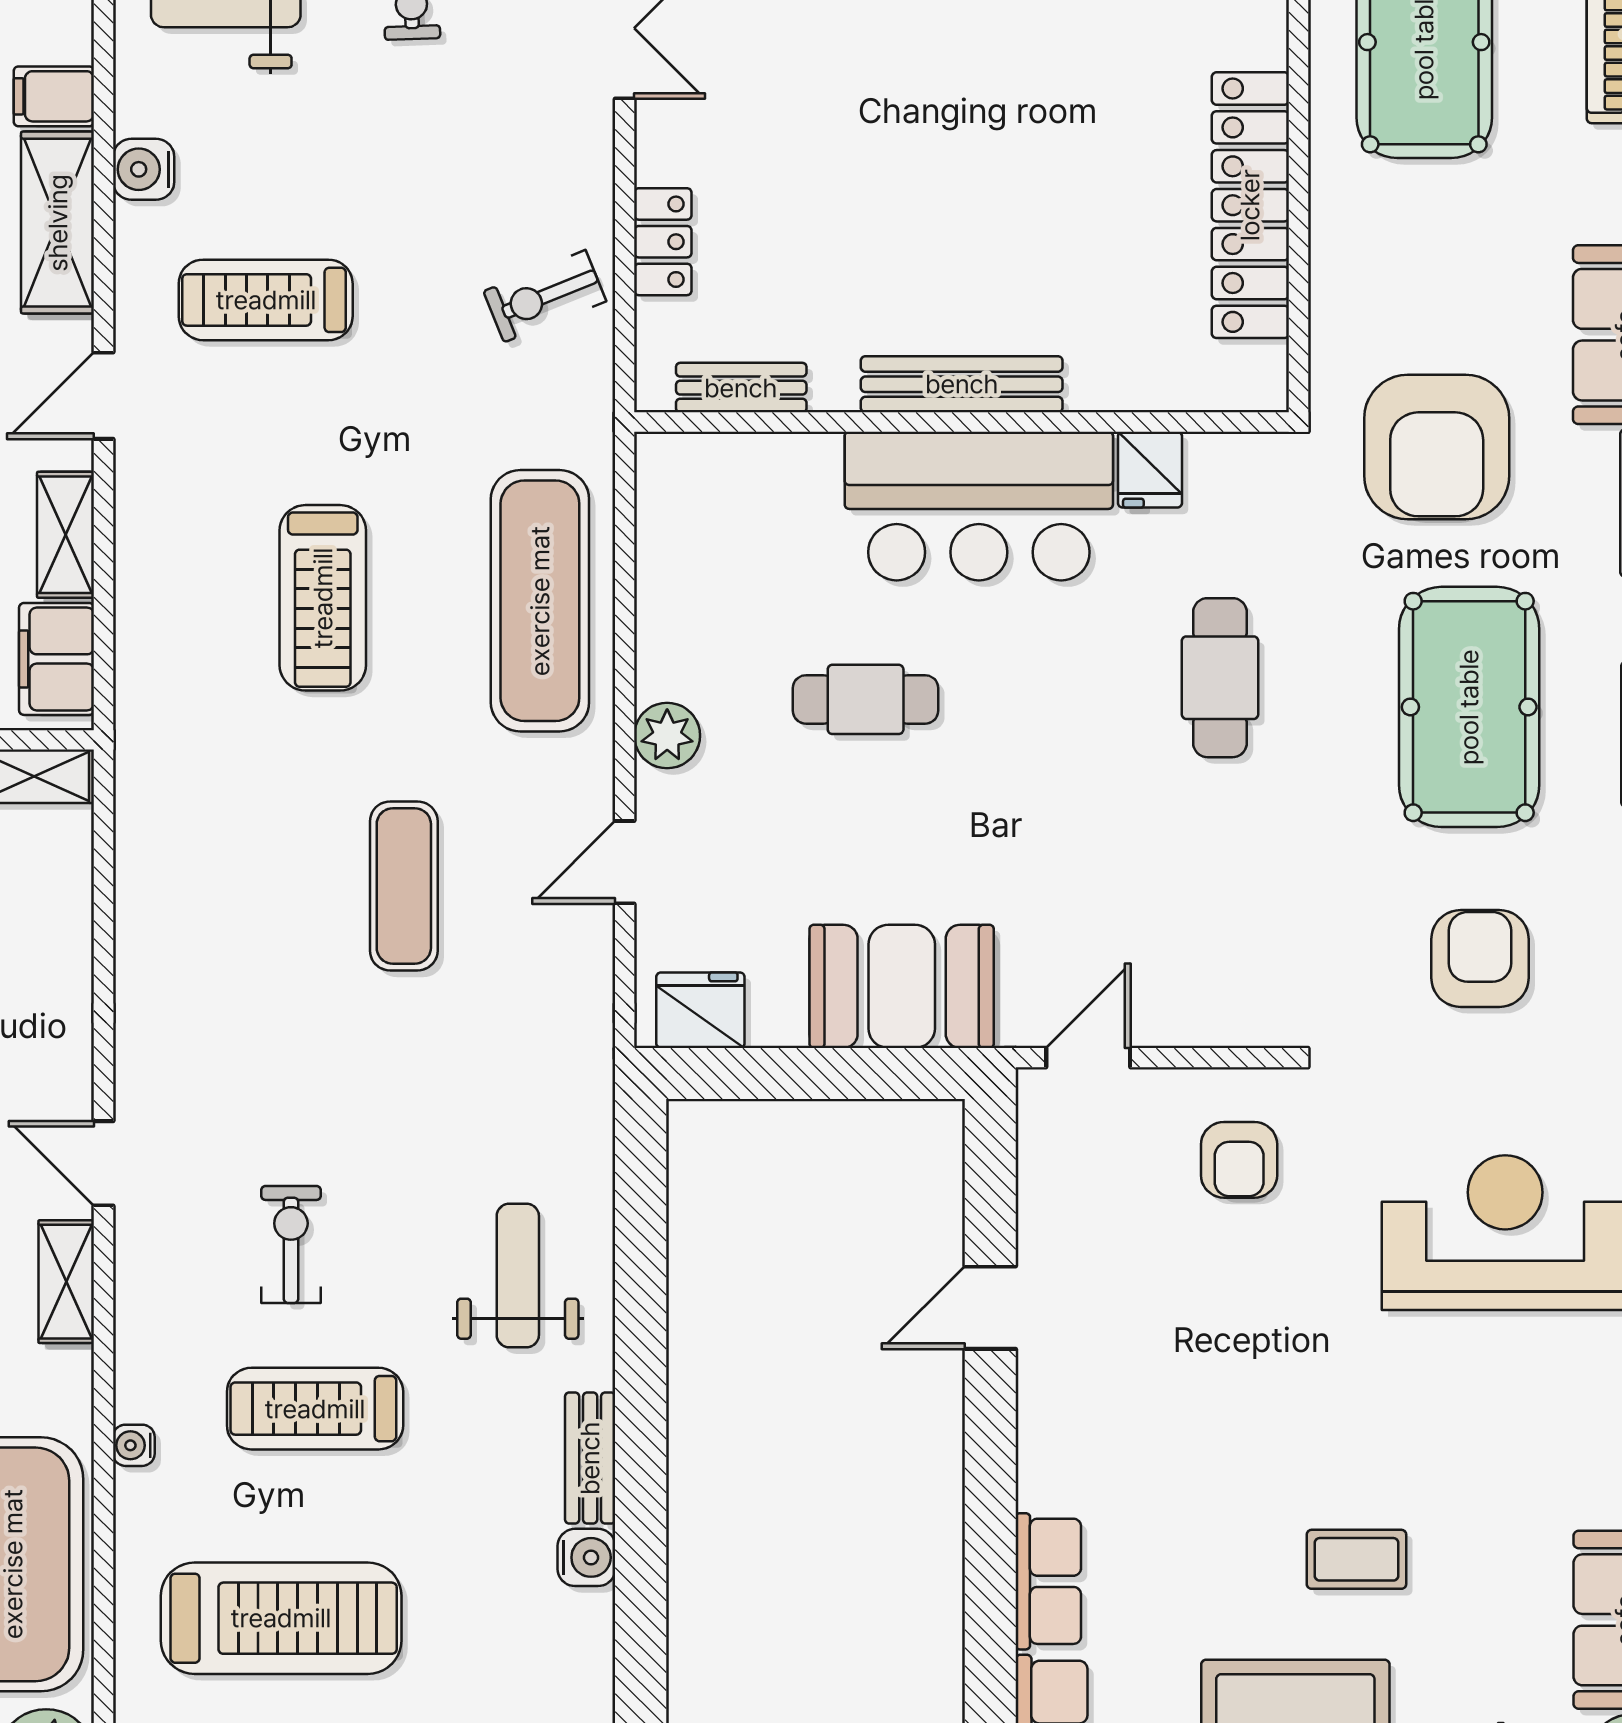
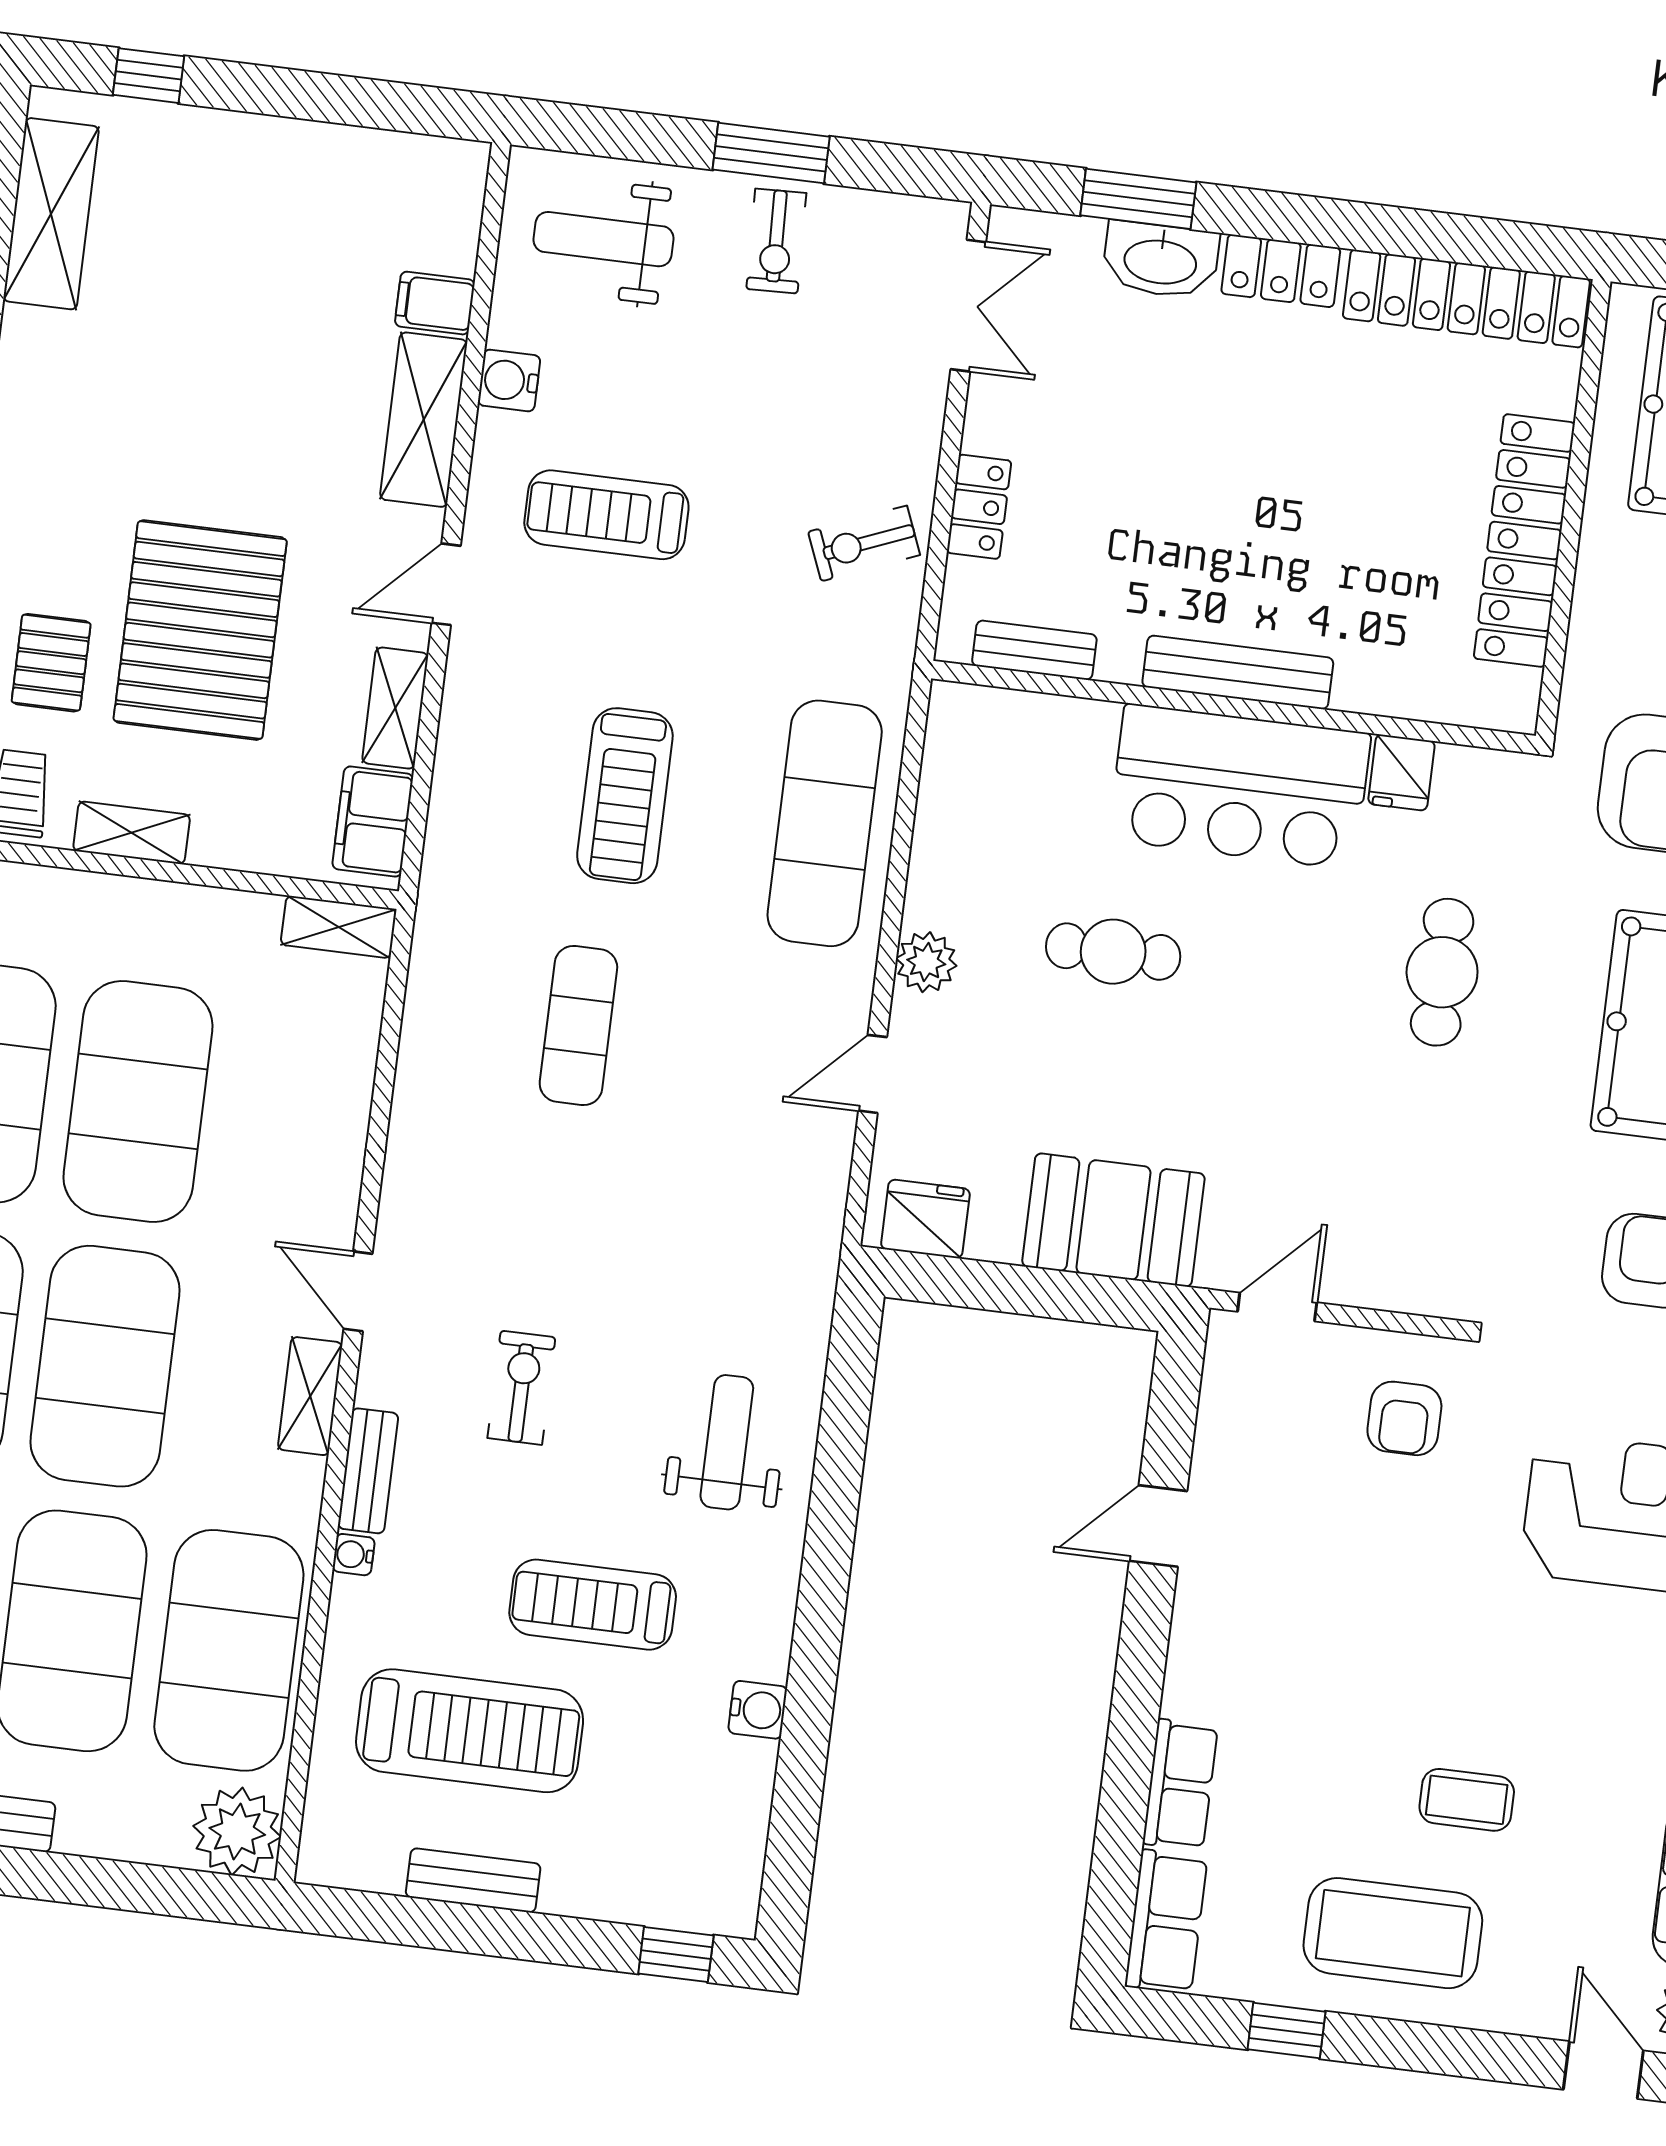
exercise mat: (404, 886) -> (578, 1026), moved
treadmill: (315, 1409) -> (593, 1605), moved
bench: (590, 1458) -> (368, 1471), moved

